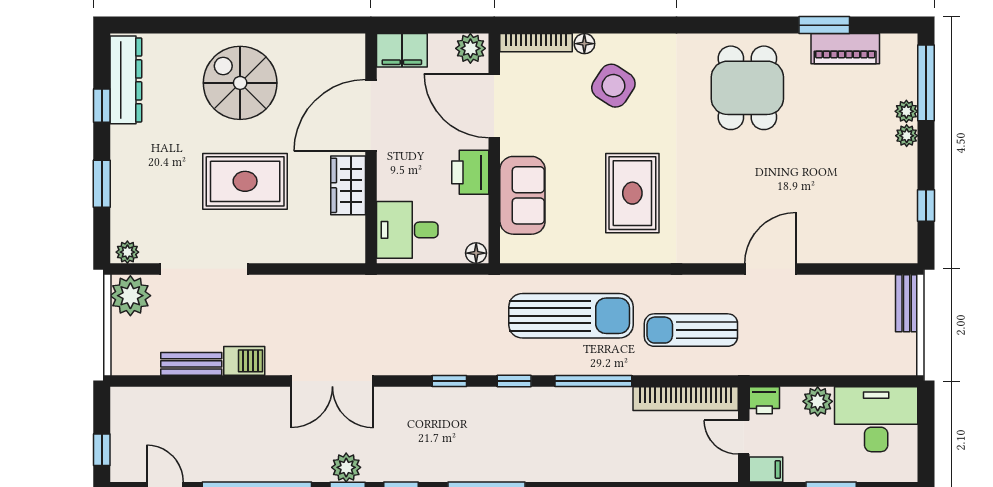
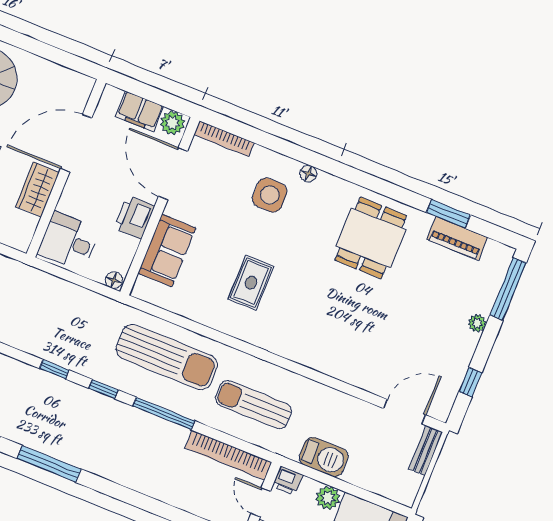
floor lamp: (584, 44) -> (308, 174), moved
filing cabinet: (402, 50) -> (140, 111), moved
side table: (613, 86) -> (270, 195), turned -33
plant: (906, 111) -> (484, 305), removed
rug: (632, 193) -> (251, 283), width x0.73, depth x0.70
door: (770, 269) -> (405, 412), moved
barbecue: (794, 357) -> (324, 457), added

